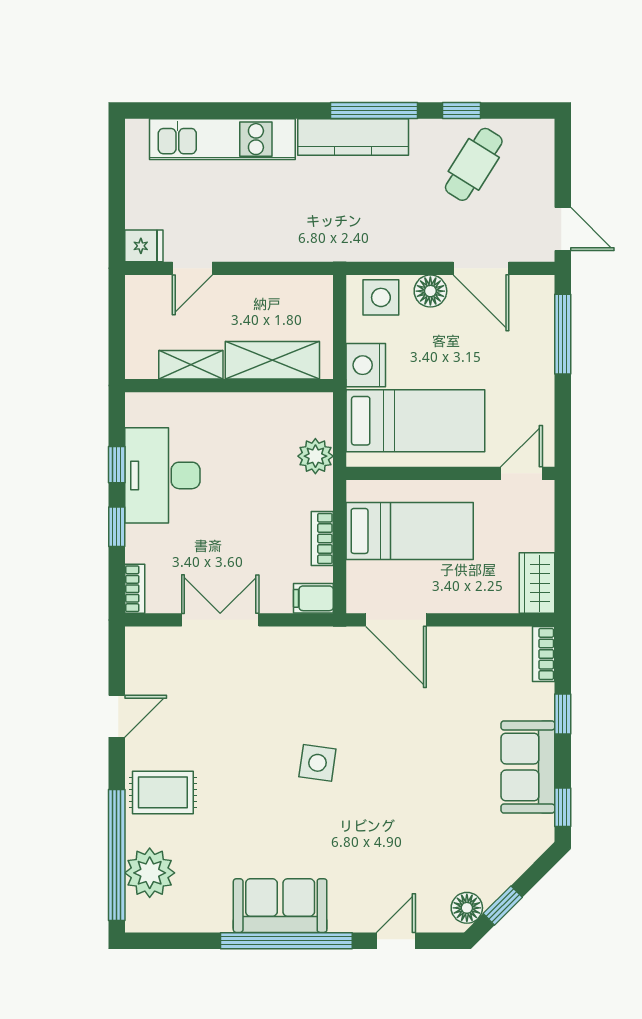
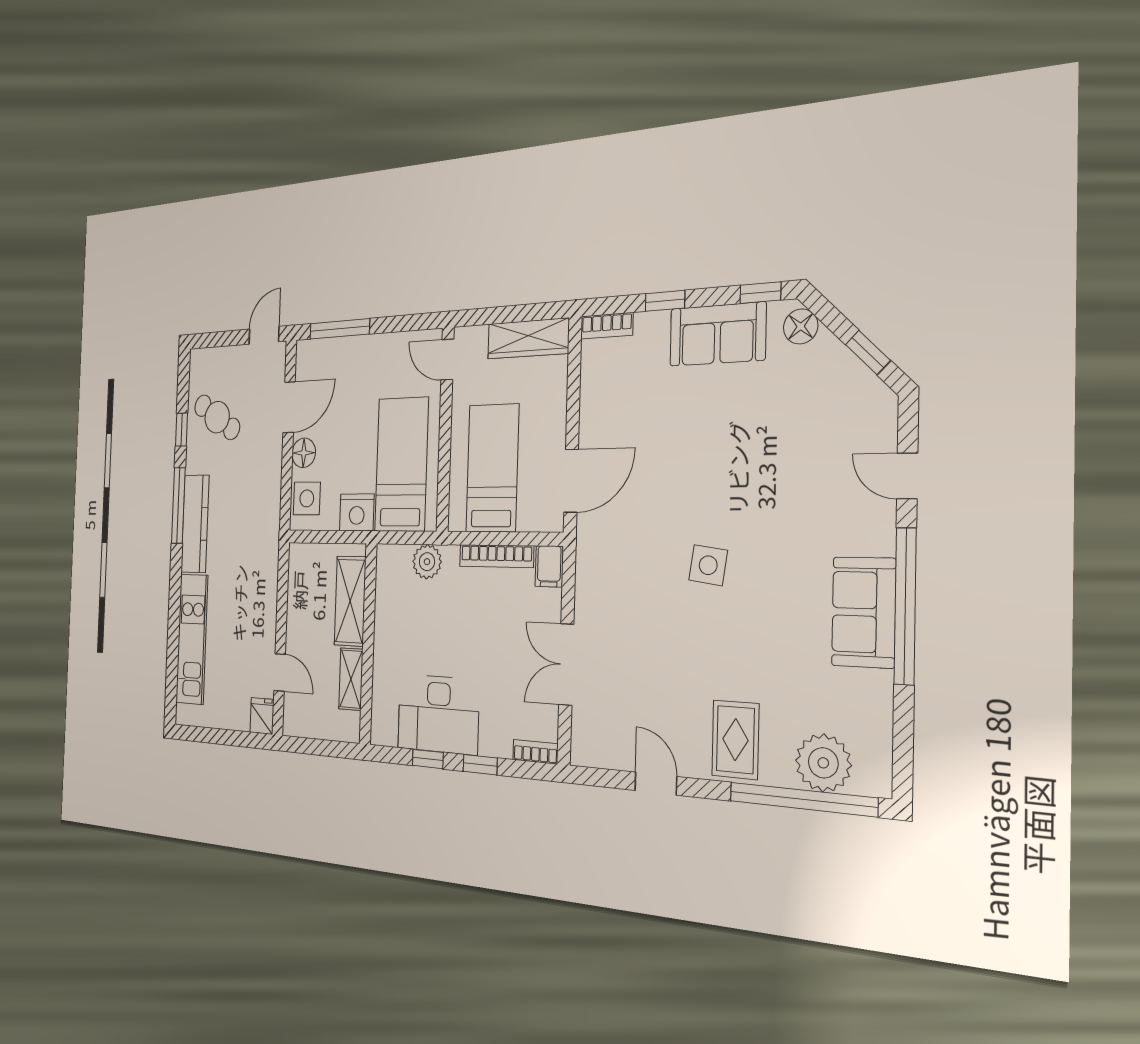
bookcase: (322, 538) -> (496, 556), width x1.56
wardrobe: (537, 583) -> (528, 338), width x1.50
floor lamp: (467, 908) -> (801, 326), moved

